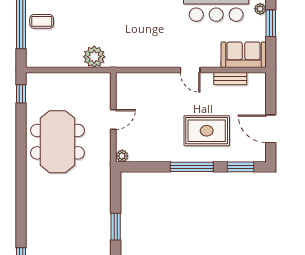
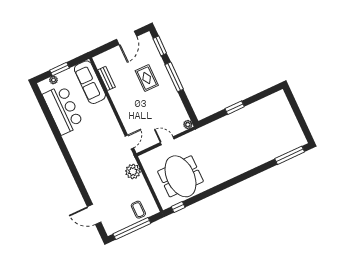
coffee table: (42, 21) -> (138, 210), moved
sofa: (243, 55) -> (90, 82), width x1.36
door: (190, 70) -> (129, 142), moved
rug: (207, 131) -> (147, 78), width x0.73, depth x0.70
meeting table: (57, 142) -> (180, 176), moved, turned 90

